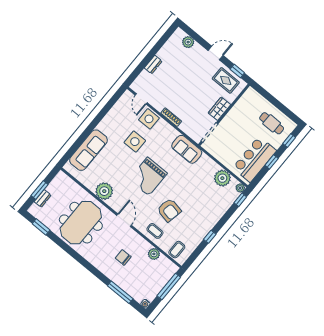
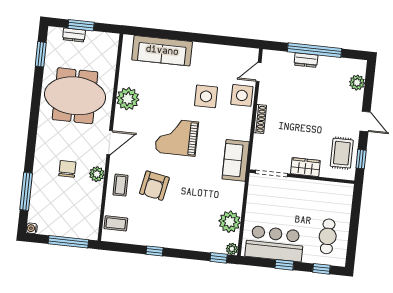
window: (151, 55) -> (315, 50), added
plant: (154, 254) -> (97, 174), moved

